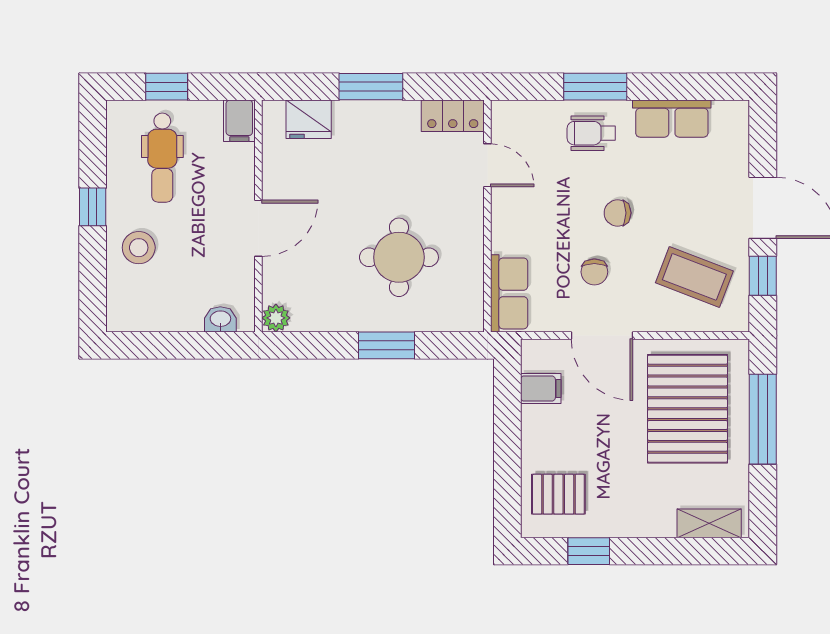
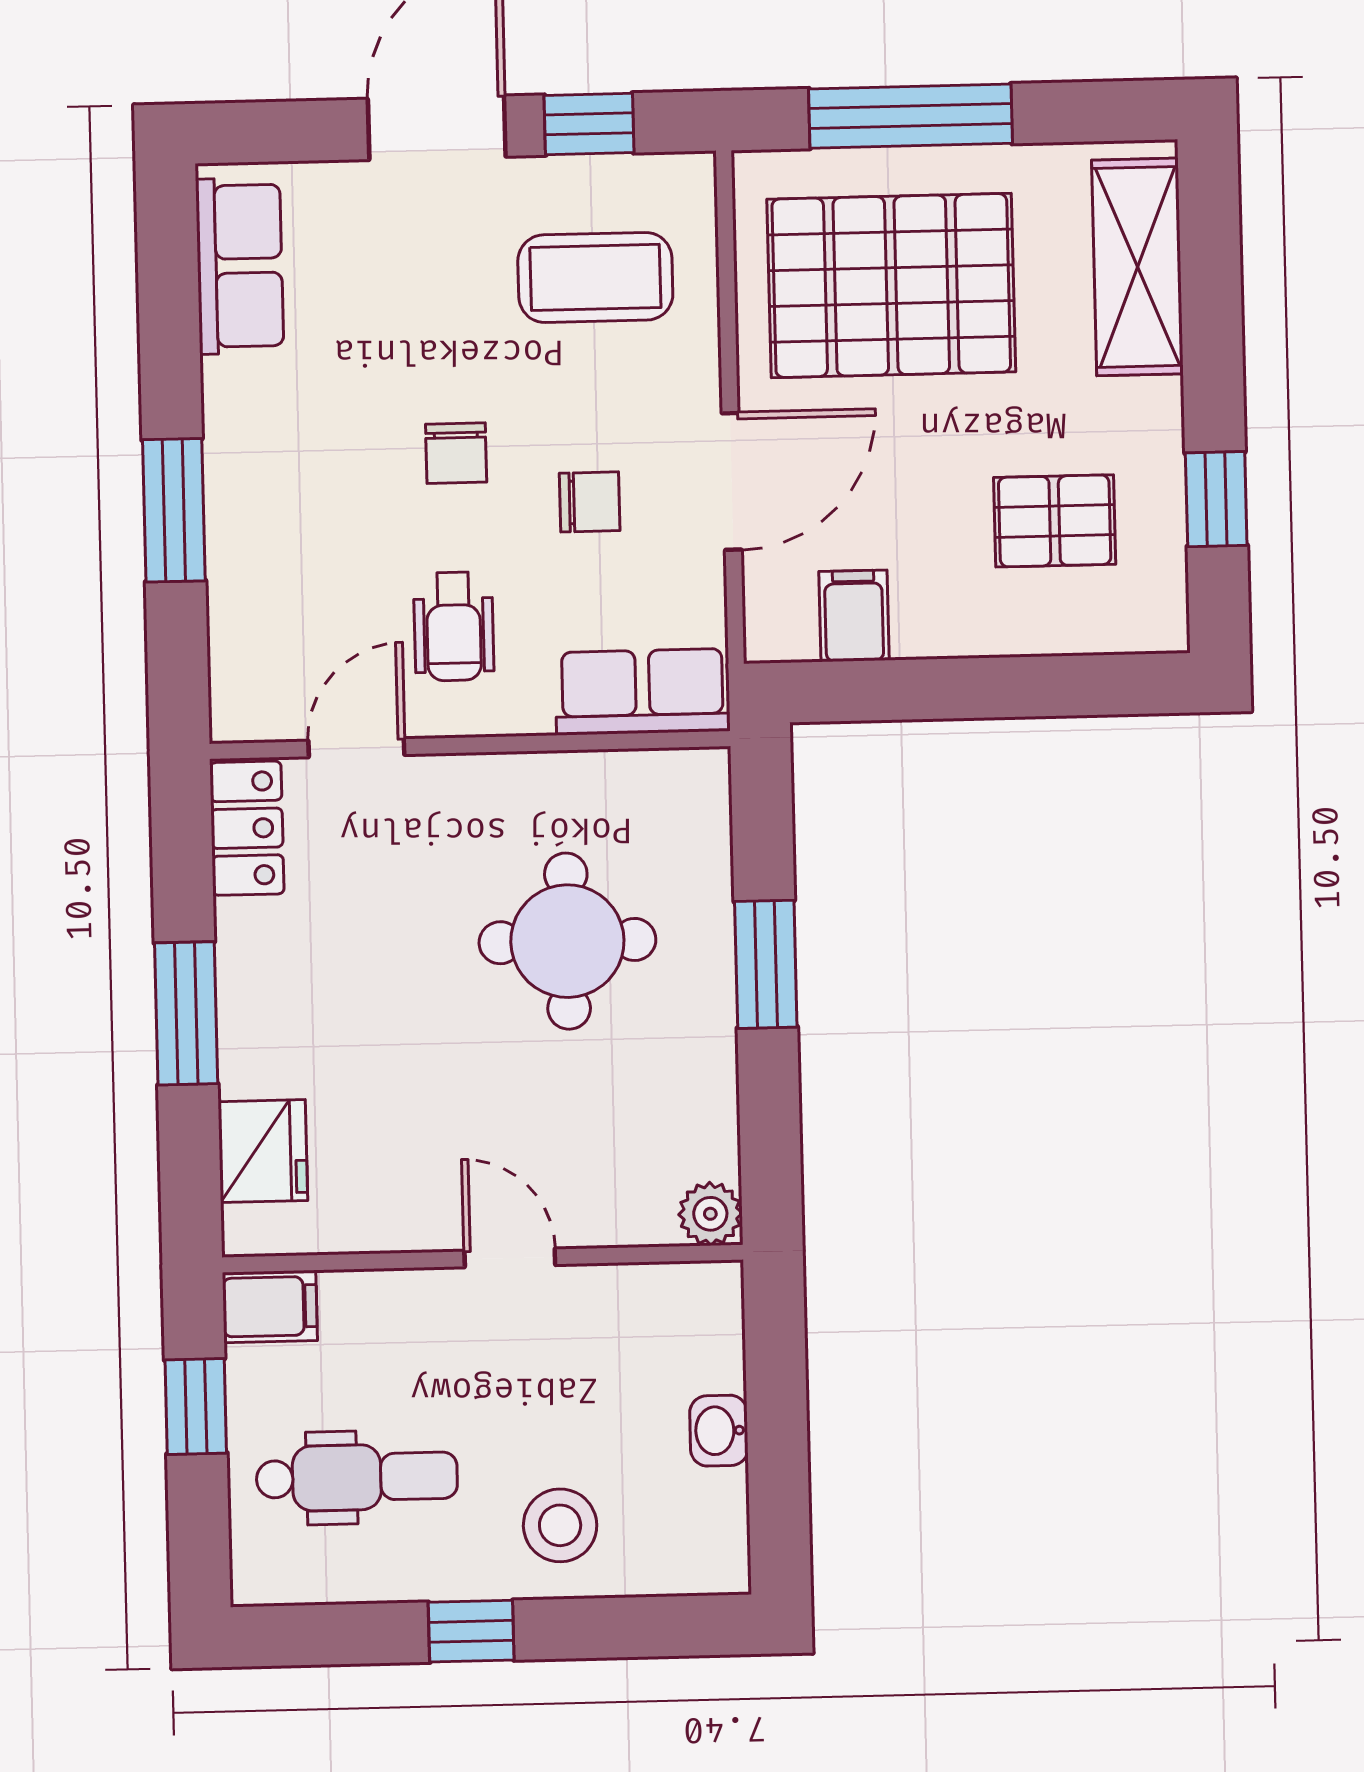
window: (167, 87) -> (196, 1406), moved
row of seats: (672, 119) -> (240, 266), moved
wheelchair: (591, 133) -> (454, 627), moved
door: (258, 228) -> (510, 1258), width x0.73
coffee table: (694, 277) -> (595, 277), turned 69
washbasin: (220, 319) -> (719, 1431), moved
pallet: (558, 494) -> (1055, 521), moved, turned 90
shelving: (709, 523) -> (1137, 267), width x1.50, depth x1.33

